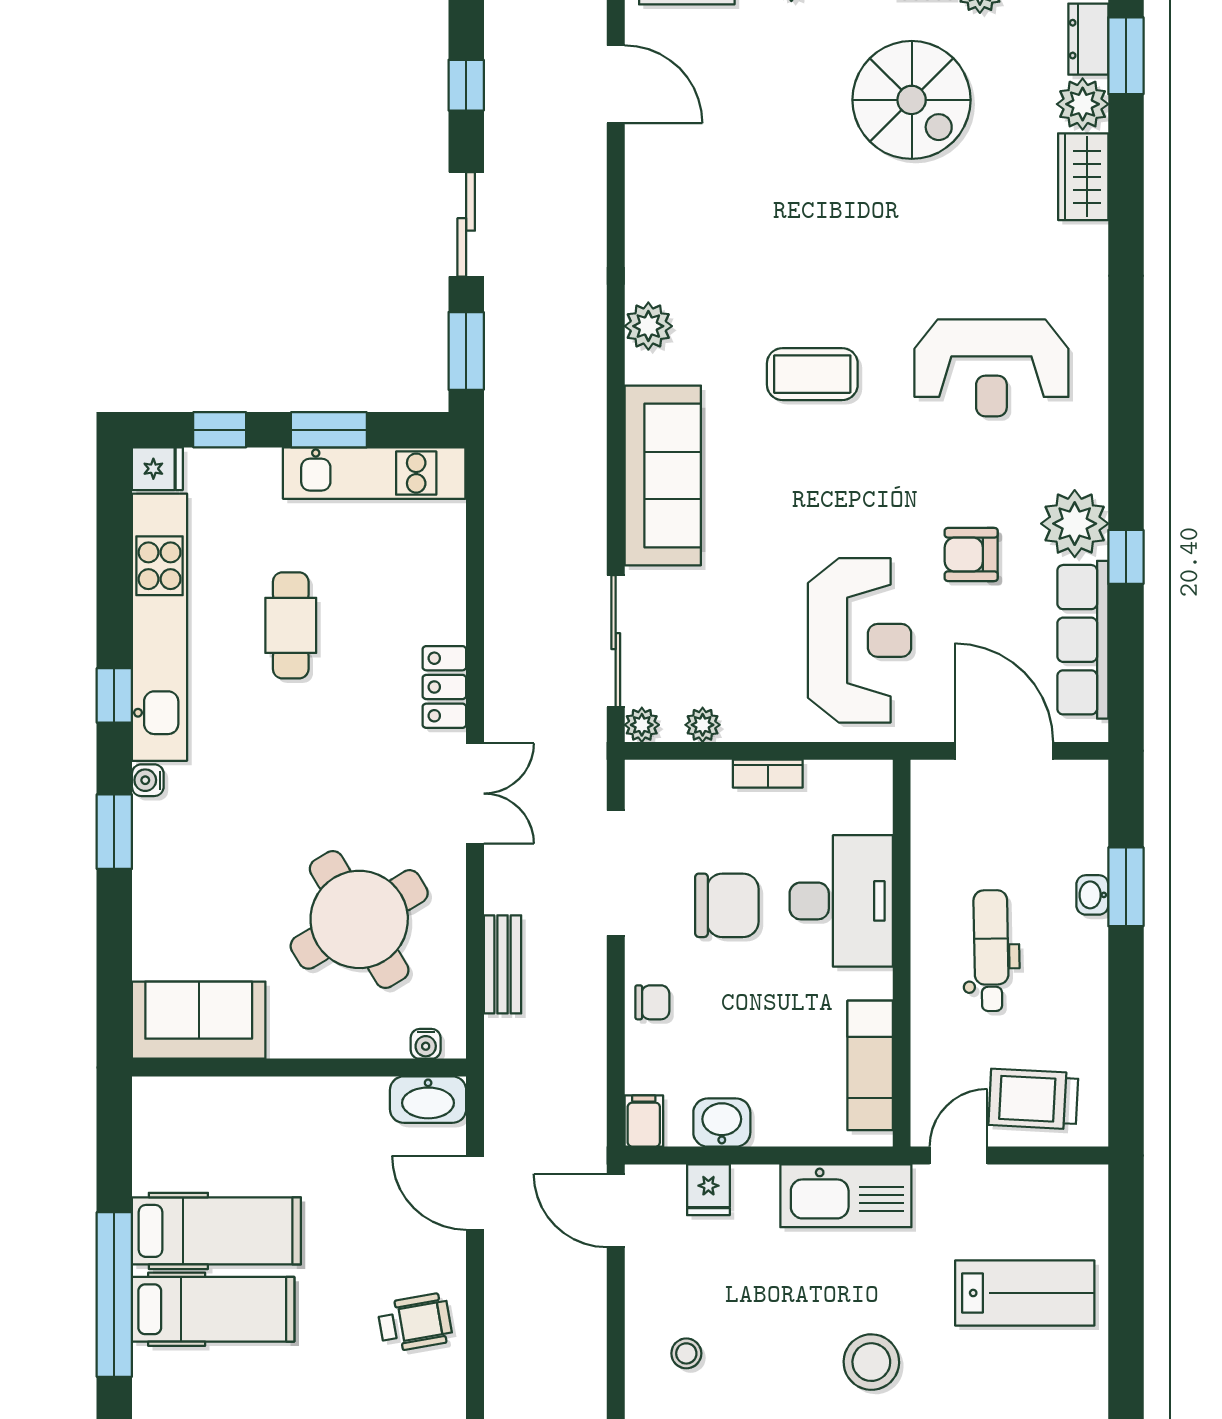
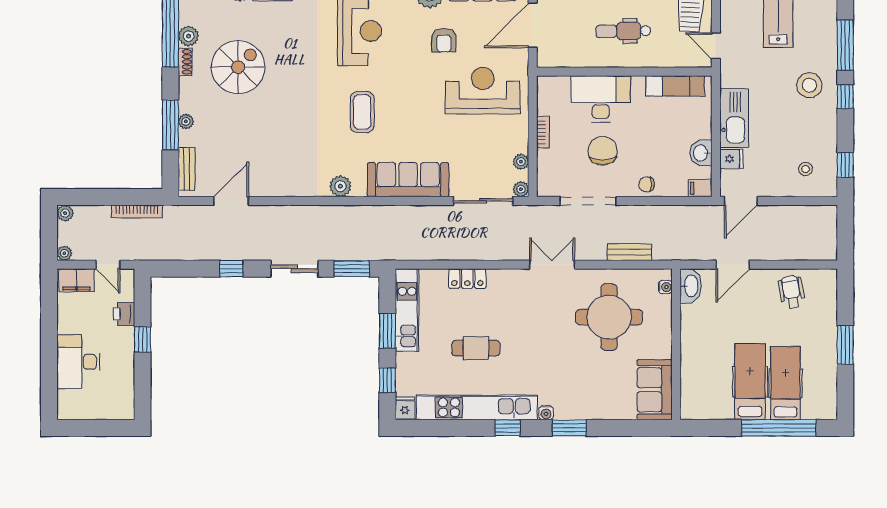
locker: (444, 687) -> (467, 279), moved
round table: (359, 919) -> (609, 317), turned 31
chair: (652, 1002) -> (647, 184), turned -90
kitchen sink: (846, 1196) -> (734, 118), moved

